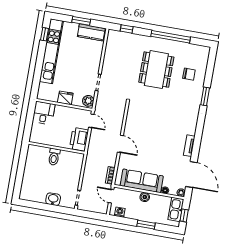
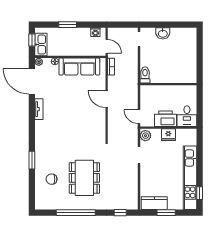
printer: (79, 139) -> (165, 119), moved, turned -90
toilet: (54, 157) -> (145, 75), moved
boiler: (145, 197) -> (74, 51), removed

